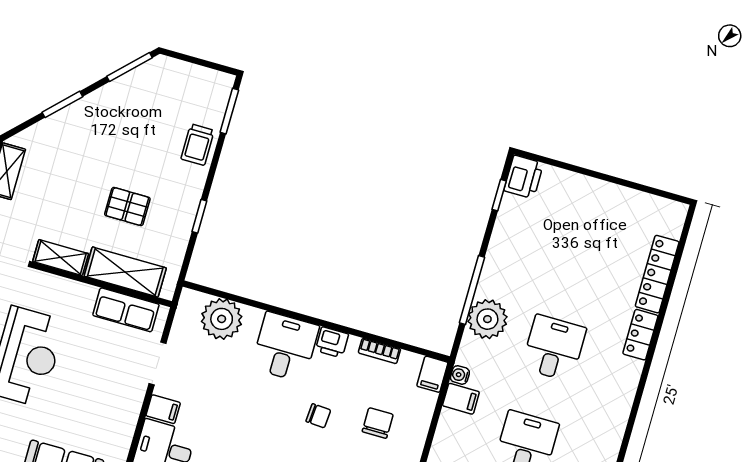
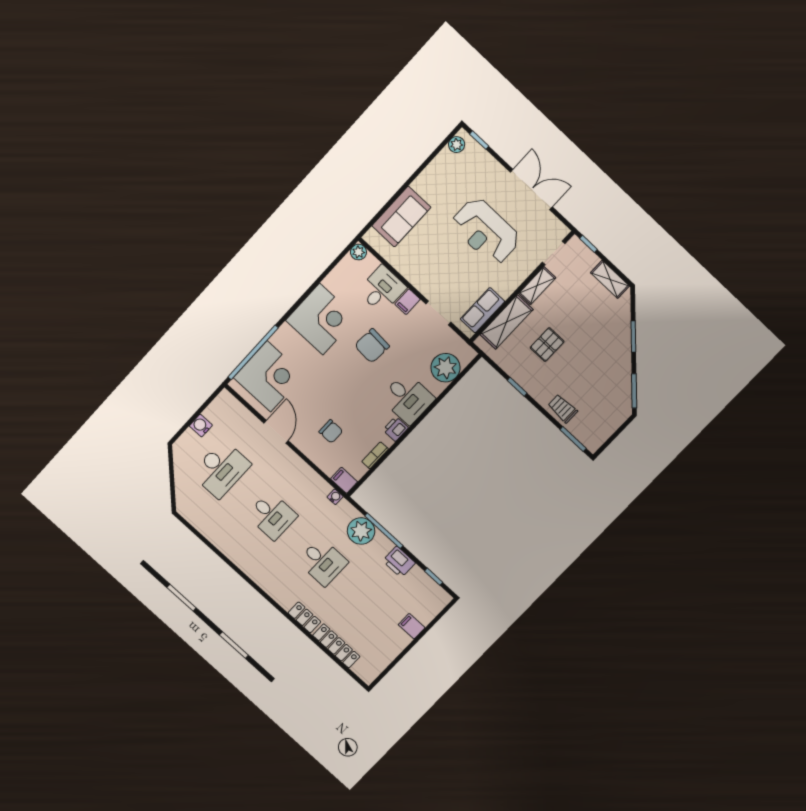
printer: (524, 177) -> (399, 562), moved
filing cabinet: (461, 399) -> (412, 626), moved, turned 90
chair: (318, 416) -> (372, 346), moved, width x1.87, depth x1.87

